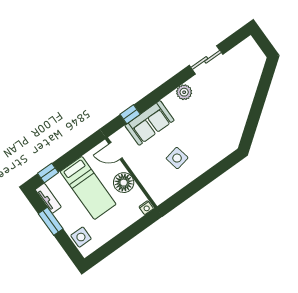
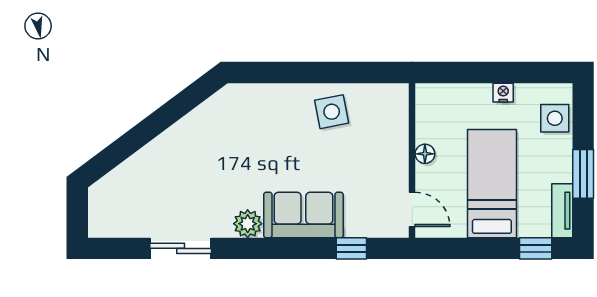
sofa: (149, 123) -> (303, 215), moved
side table: (177, 158) -> (332, 112), moved
floor lamp: (124, 183) -> (425, 154), width x0.53, depth x0.53
nightstand: (146, 208) -> (503, 93), moved

